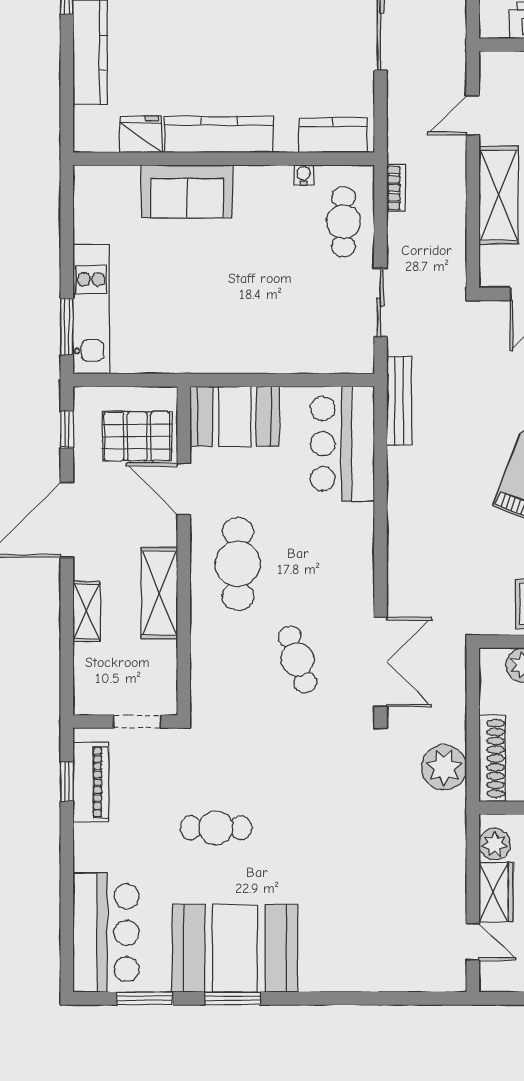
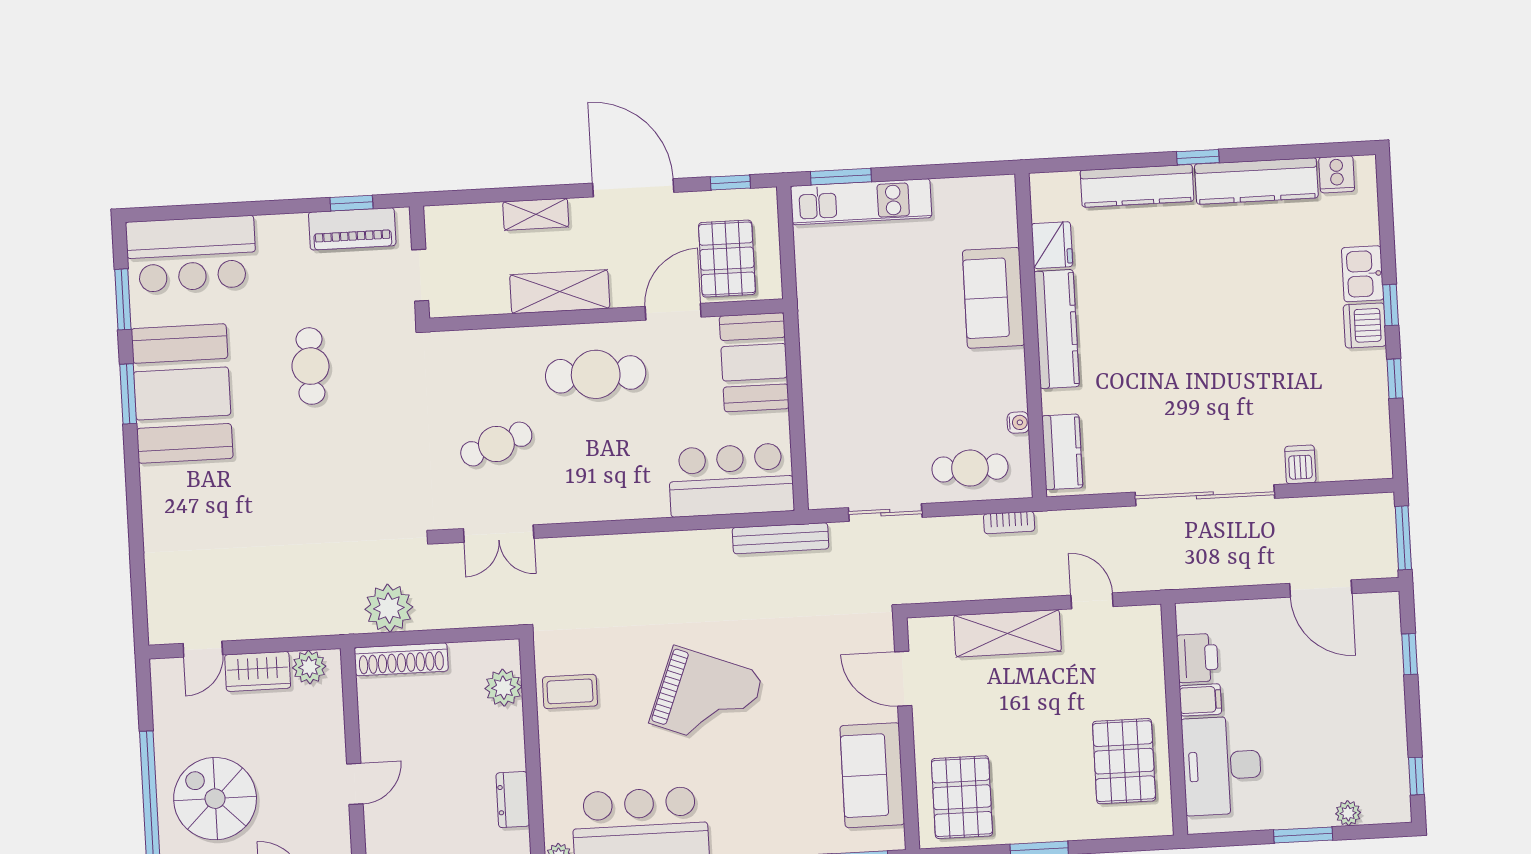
double door: (381, 662) -> (499, 534), width x0.73

